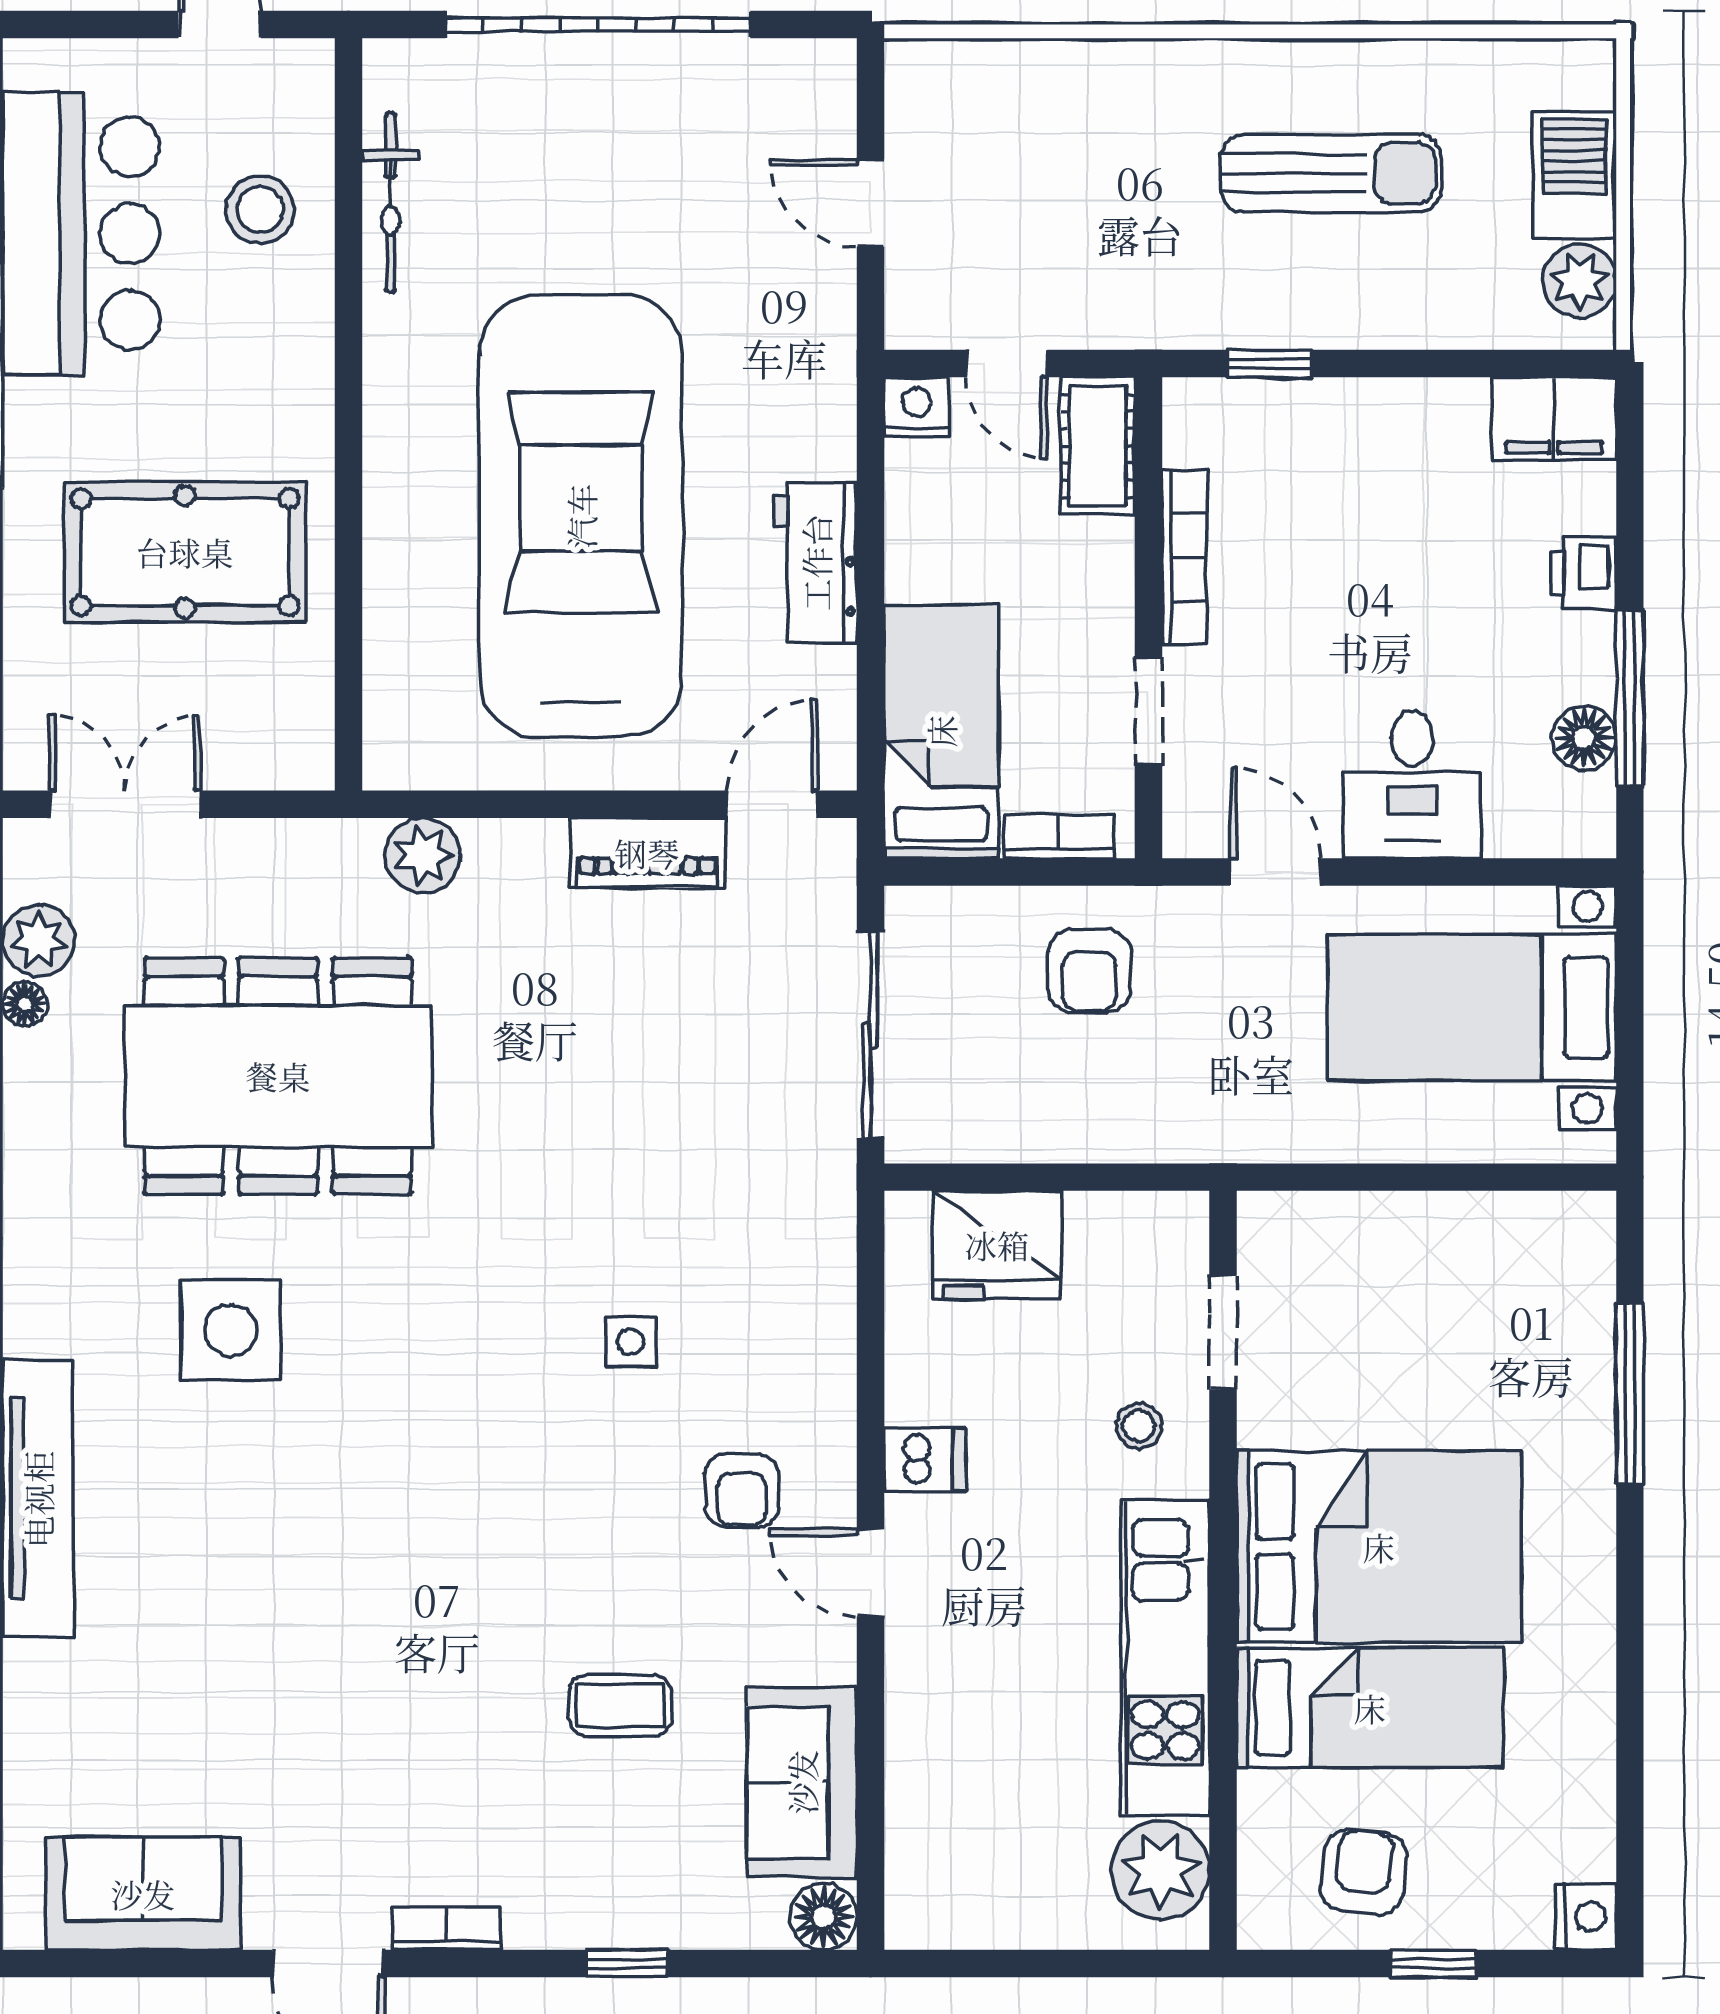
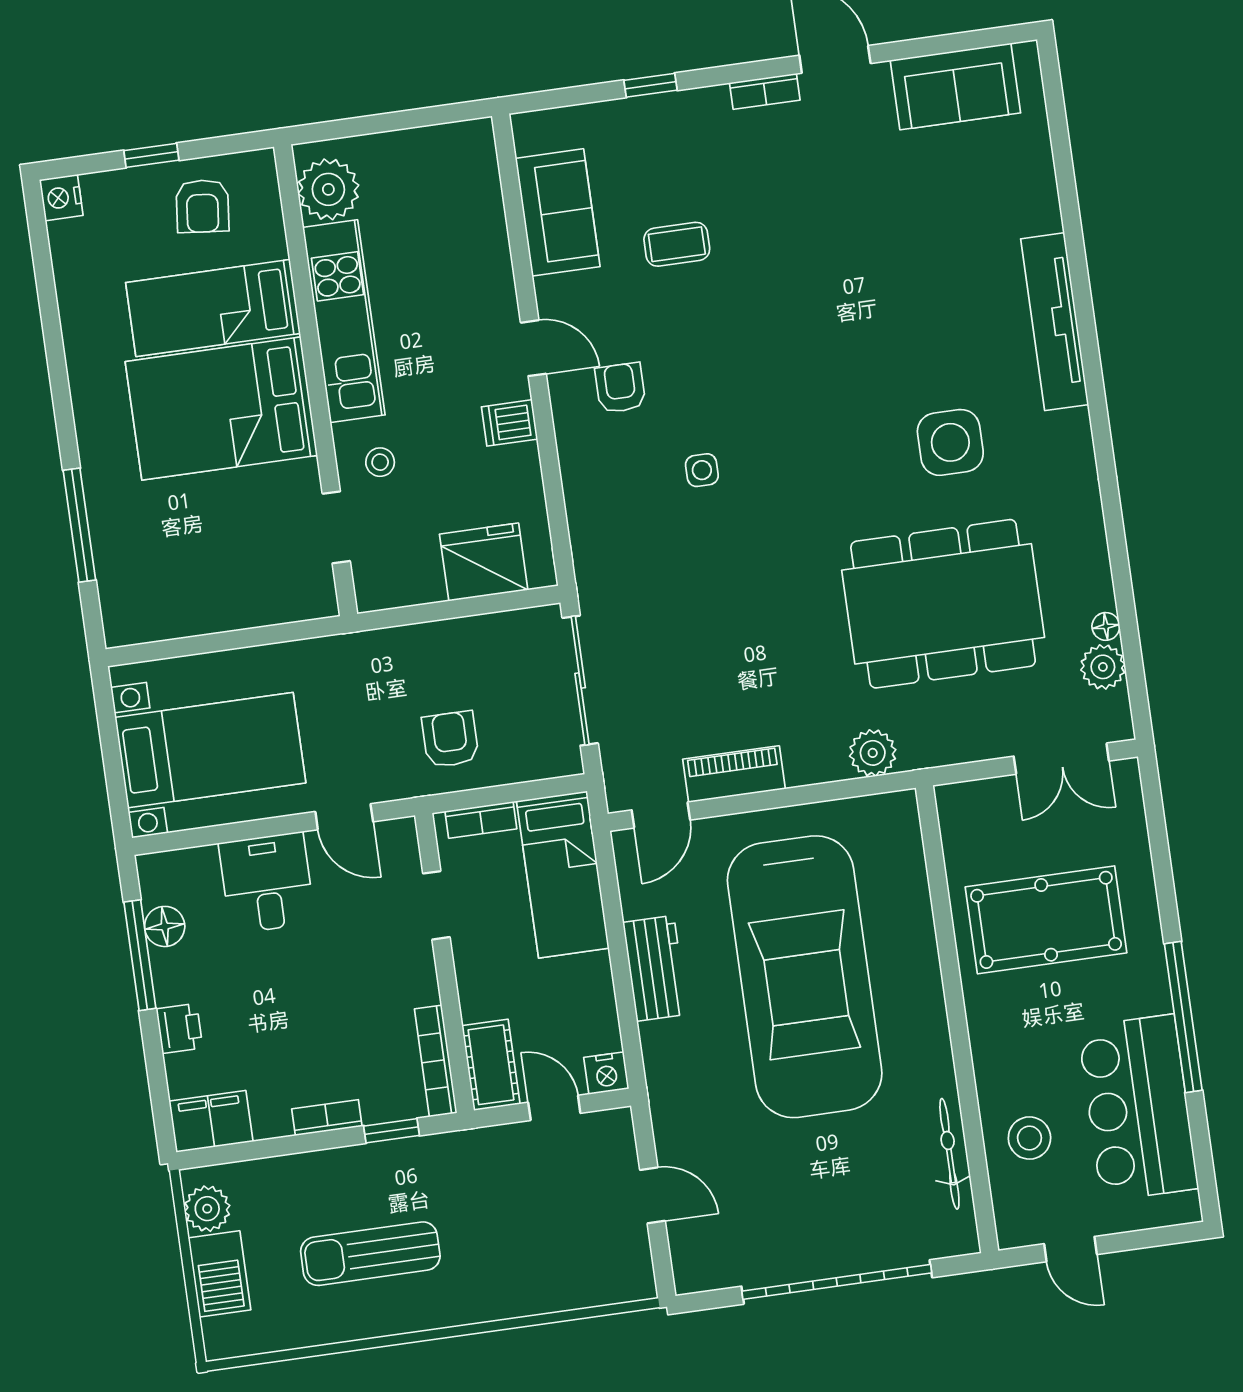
bookcase: (1369, 399) -> (327, 1118), added
bookcase: (1184, 557) -> (436, 1061), moved
floor lamp: (824, 1917) -> (533, 131), removed

